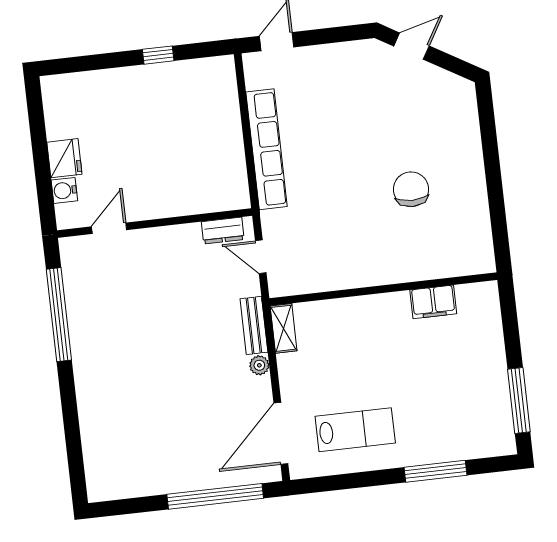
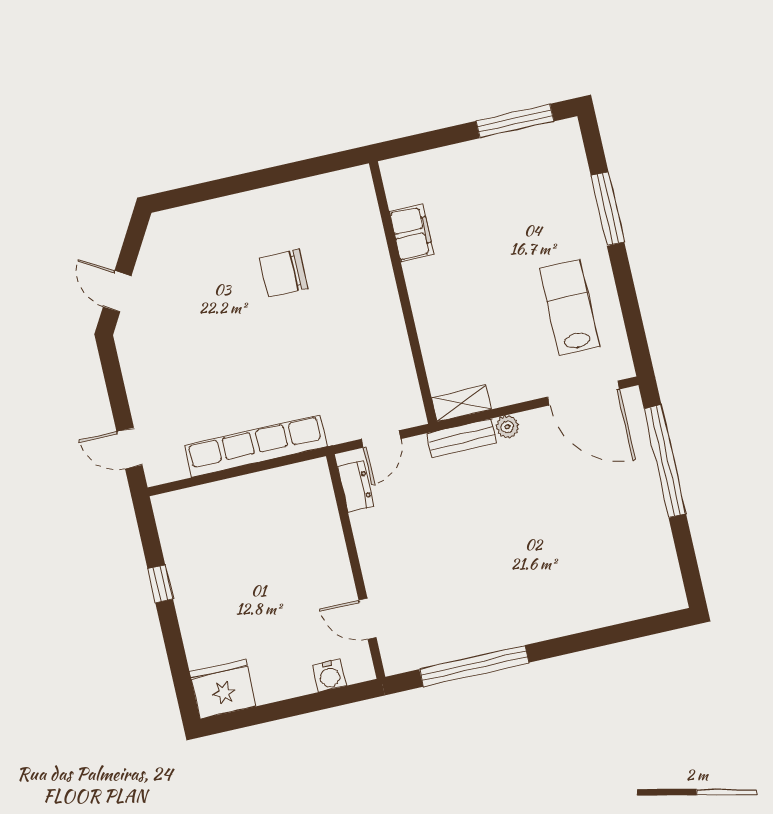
fridge: (64, 158) -> (223, 689), moved, width x1.36, depth x1.34

